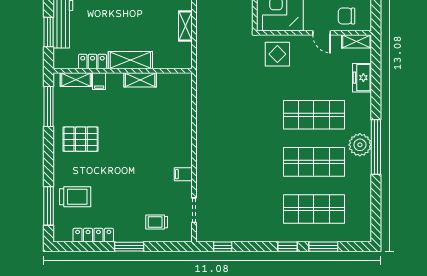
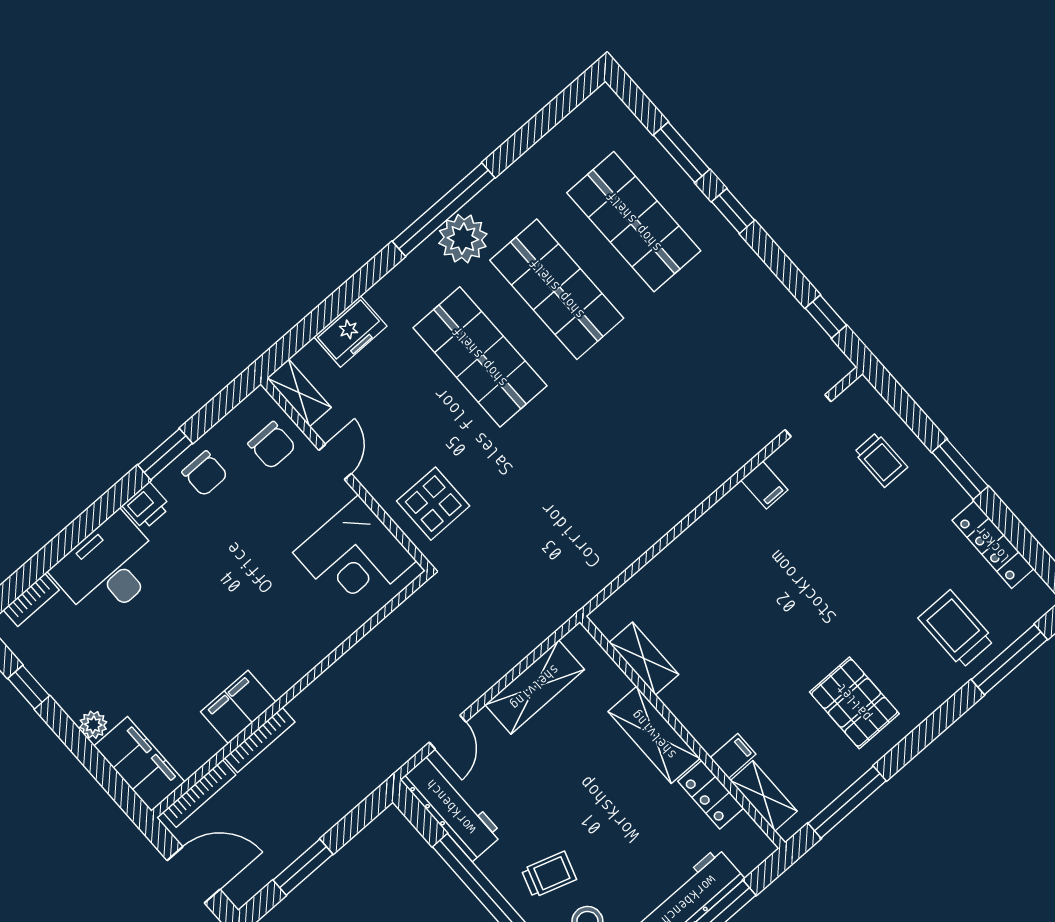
shelving: (185, 26) -> (535, 687), width x1.50, depth x1.33
shelving: (140, 80) -> (644, 658), moved

